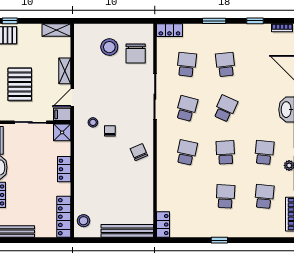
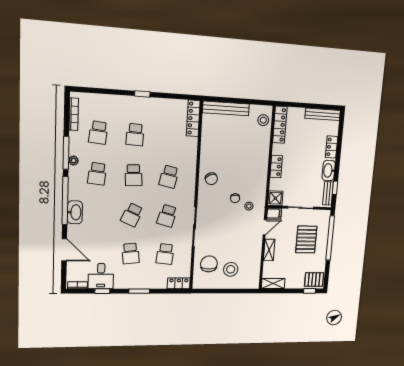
desk: (257, 38) -> (101, 276), added
locker: (163, 225) -> (193, 118), width x1.53

